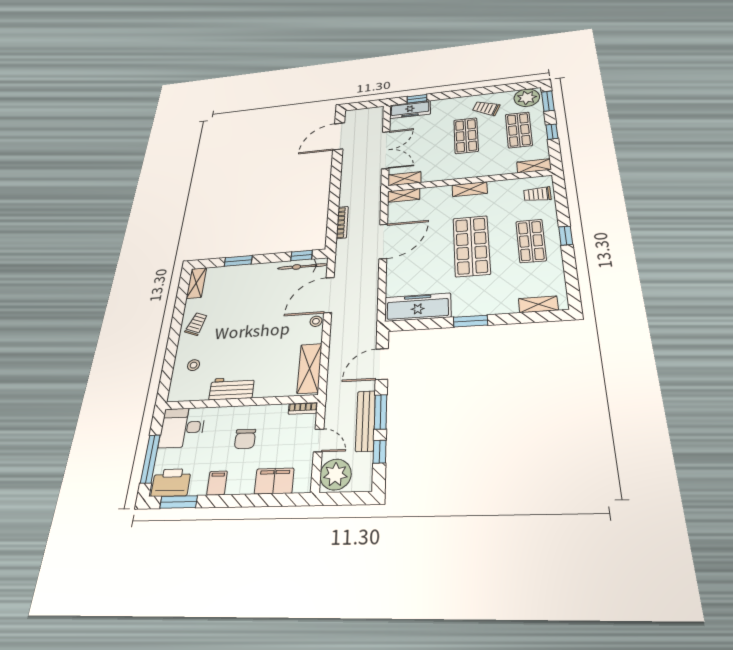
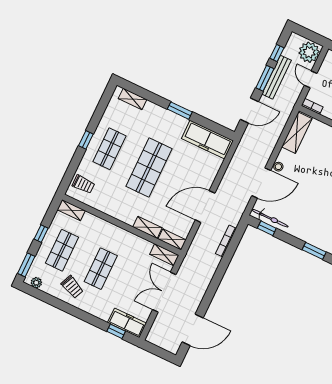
plant: (527, 98) -> (36, 283), width x0.53, depth x0.53
shelving: (470, 189) -> (147, 227), moved

